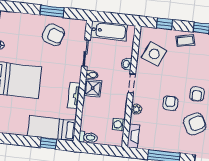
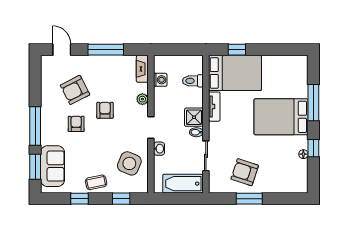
armchair: (170, 103) -> (105, 110), turned 180
bed: (52, 128) -> (235, 73), width x1.50
toilet: (88, 137) -> (193, 81), moved

